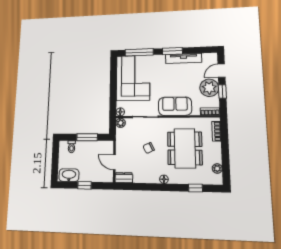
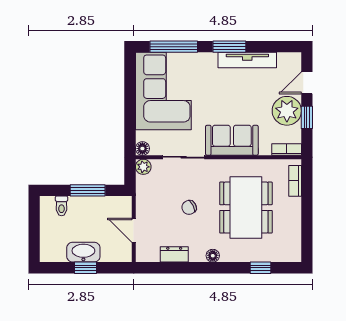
plant: (217, 168) -> (294, 238), removed
washbasin: (69, 175) -> (83, 252), moved
dresser: (124, 178) -> (174, 254), moved

